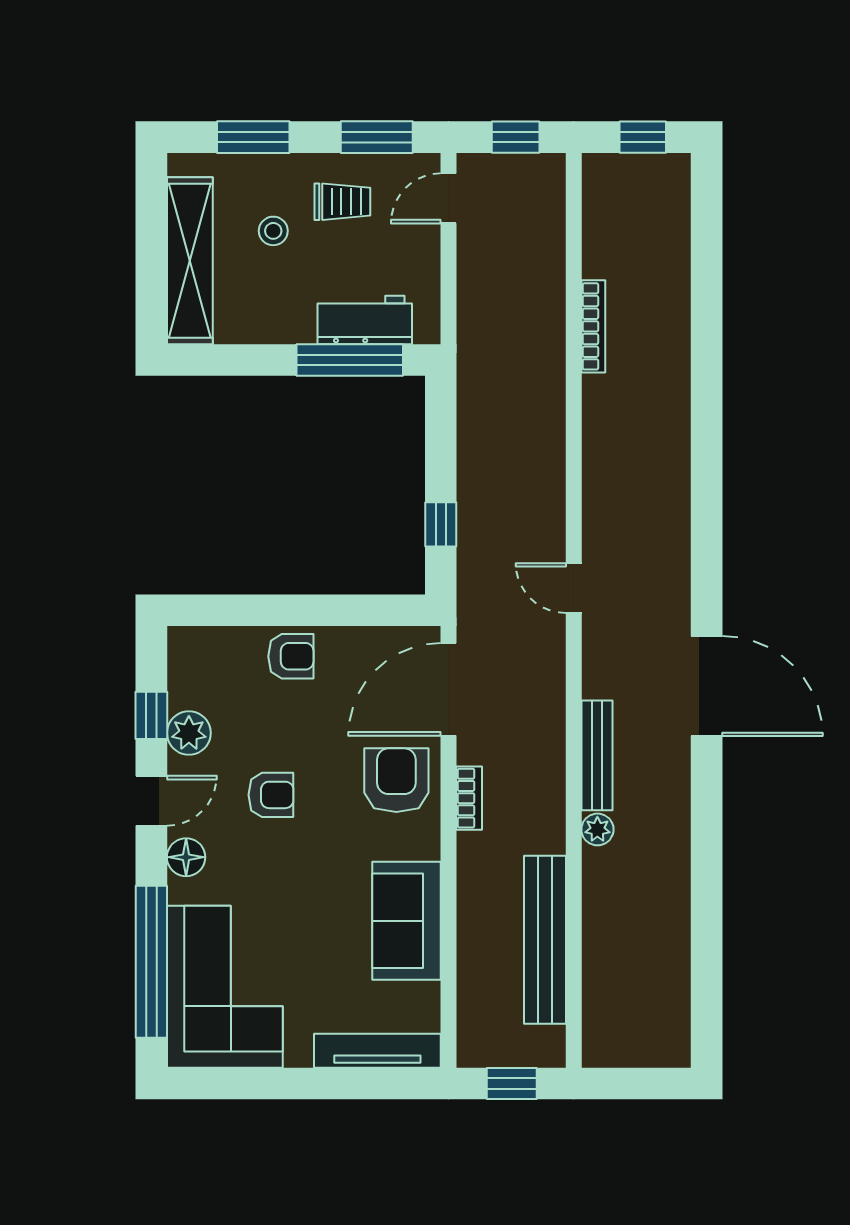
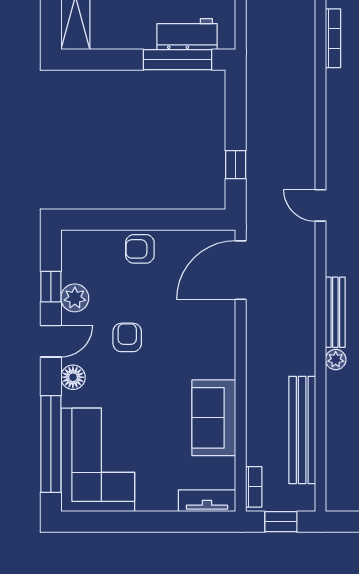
armchair: (291, 656) -> (140, 249), turned 180
armchair: (396, 780) -> (207, 328), removed
armchair: (271, 795) -> (127, 337), turned -90
bookcase: (469, 798) -> (254, 487), moved
tv unit: (377, 1051) -> (207, 501), width x0.71

